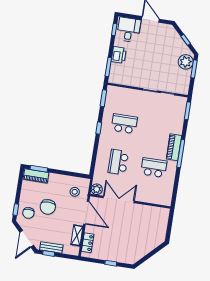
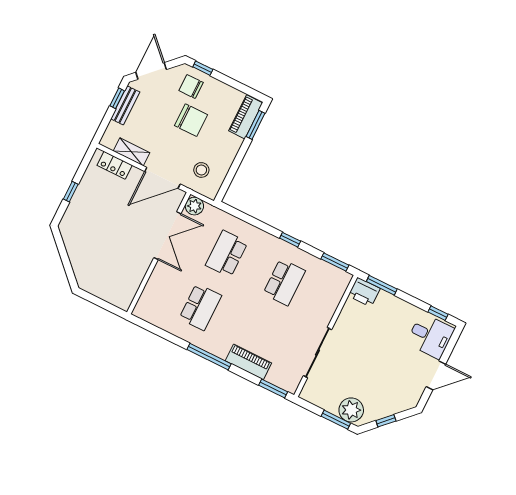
printer: (119, 55) -> (364, 292), moved
piano: (174, 147) -> (248, 362), moved
school desk: (118, 162) -> (227, 254), turned -90
chair: (48, 207) -> (191, 120), turned 180
door: (27, 239) -> (151, 71), hinge flipped

